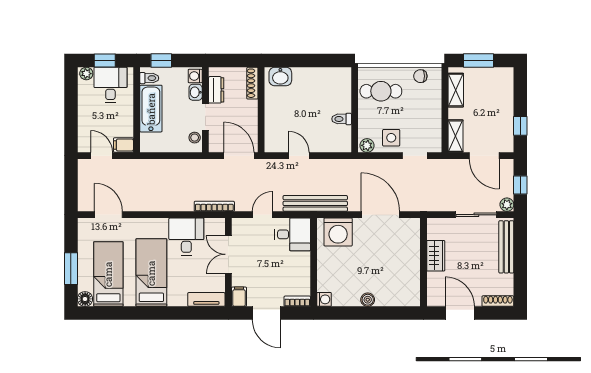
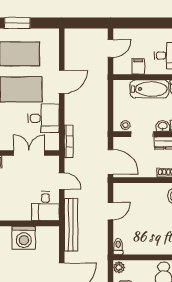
toilet: (342, 119) -> (118, 247), moved
filing cabinet: (123, 145) -> (138, 66), moved
door: (239, 156) -> (110, 162), hinge flipped
door: (108, 215) -> (62, 82), moved
washing machine: (338, 232) -> (24, 238), moved, turned -90

